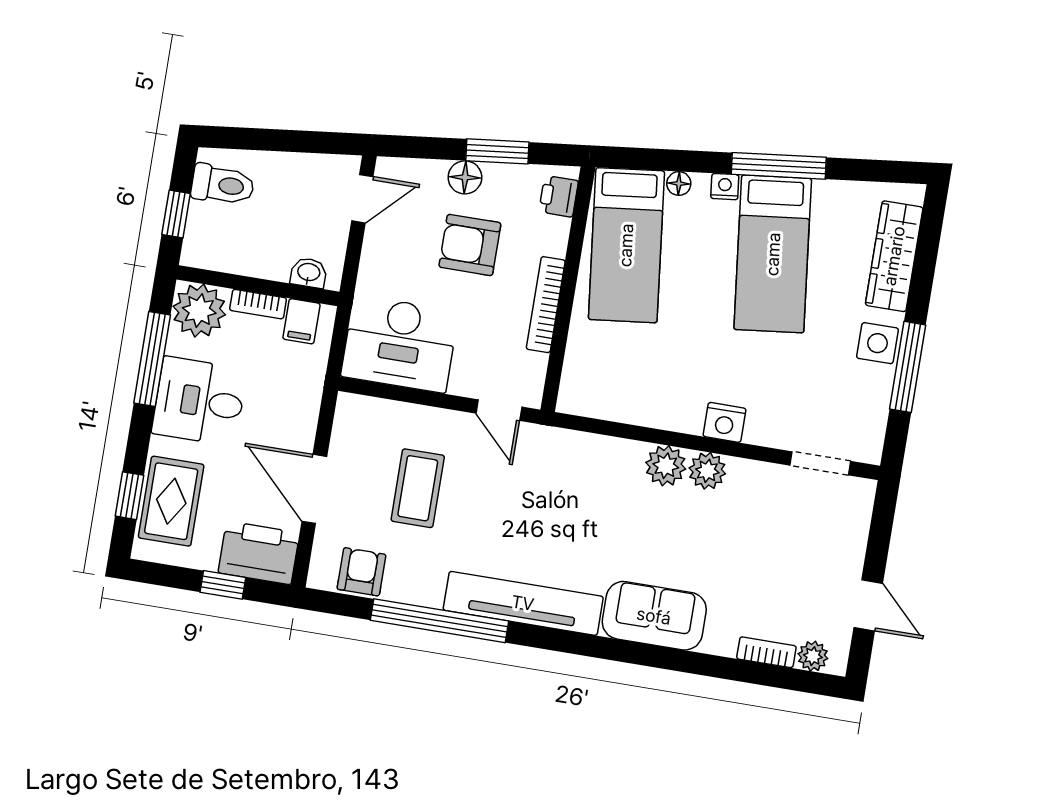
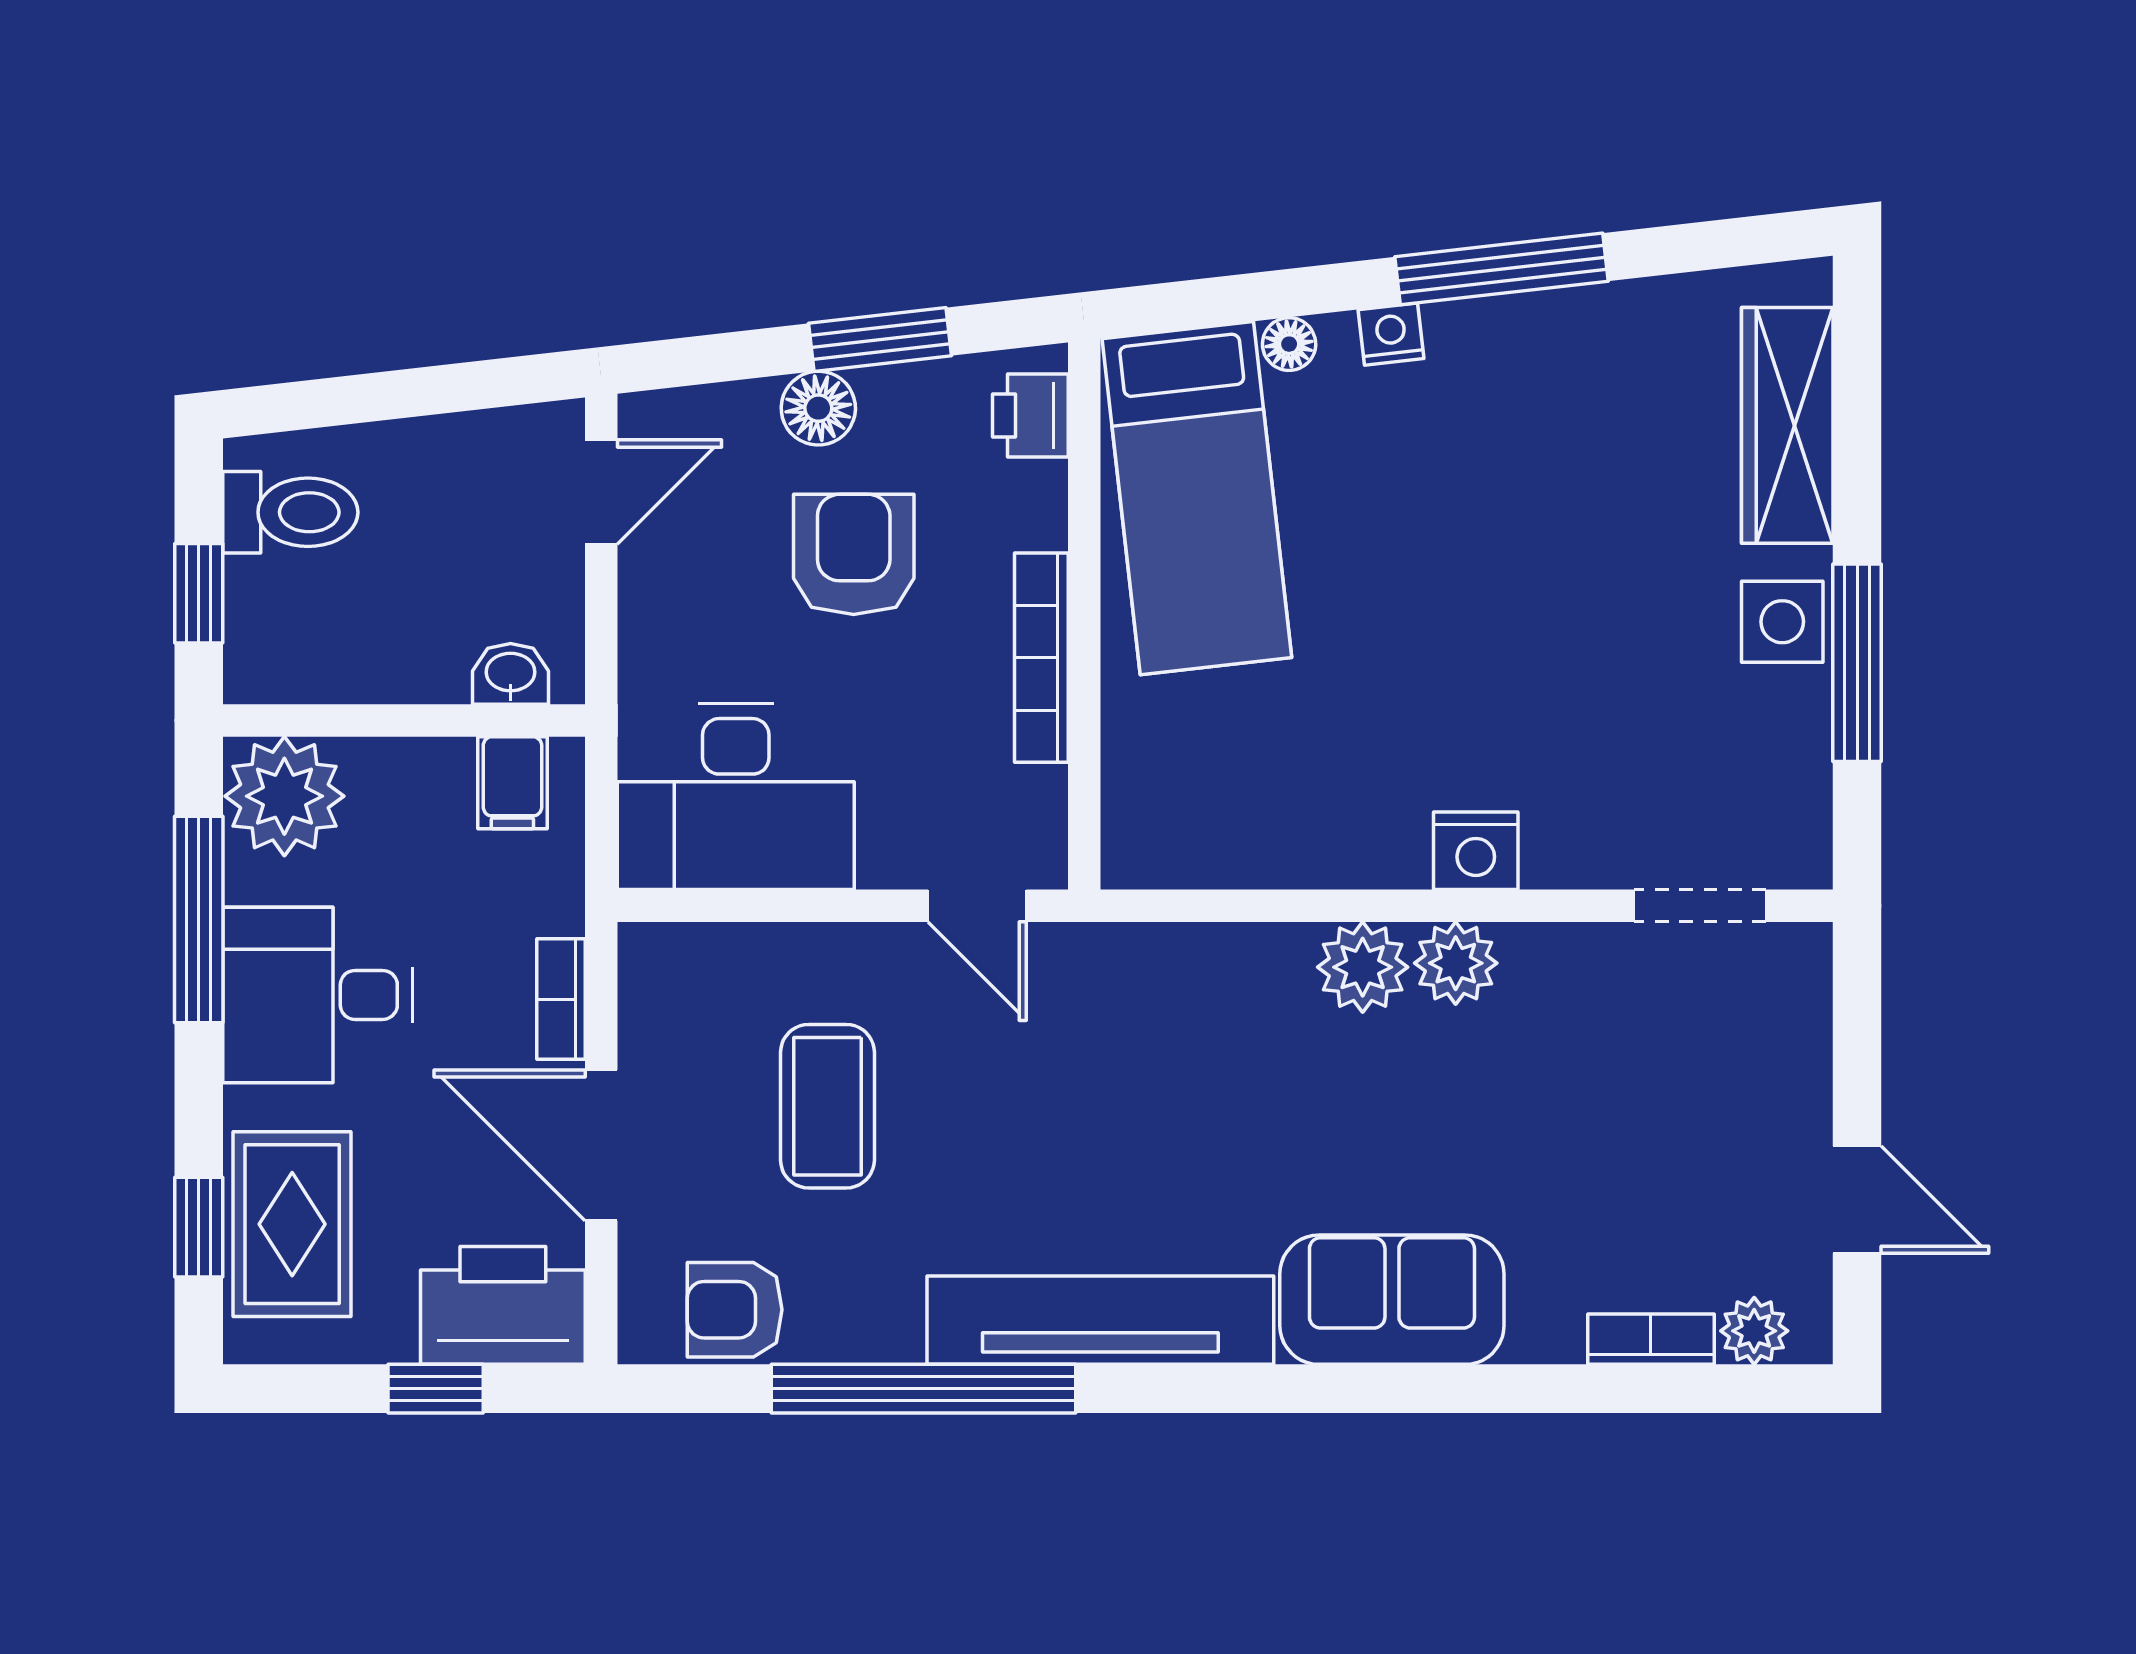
armchair: (470, 245) -> (854, 554), turned 90
bed: (773, 254) -> (1520, 464), removed
bookcase: (258, 304) -> (561, 999), moved, turned 90
armchair: (361, 572) -> (735, 1310), turned -90

